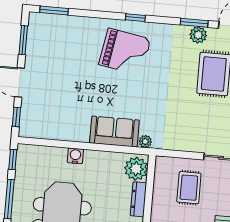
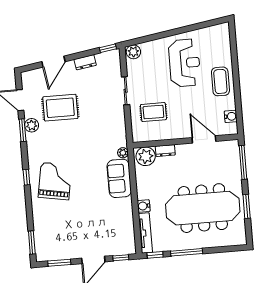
tv unit: (42, 152) -> (145, 233), added
dresser: (139, 199) -> (165, 151), width x0.70

